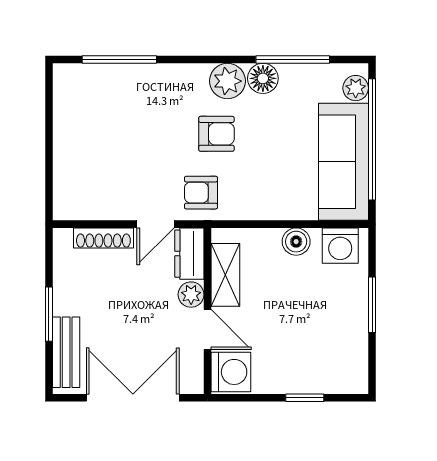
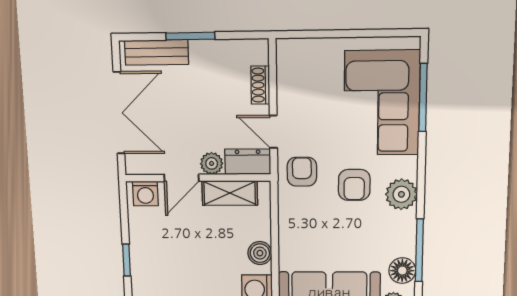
floor lamp: (263, 78) -> (402, 271), moved
corner sofa: (125, 104) -> (382, 103), added
shoe rack: (103, 238) -> (260, 85), width x0.70
washing machine: (231, 372) -> (145, 194), width x0.73, depth x0.73

